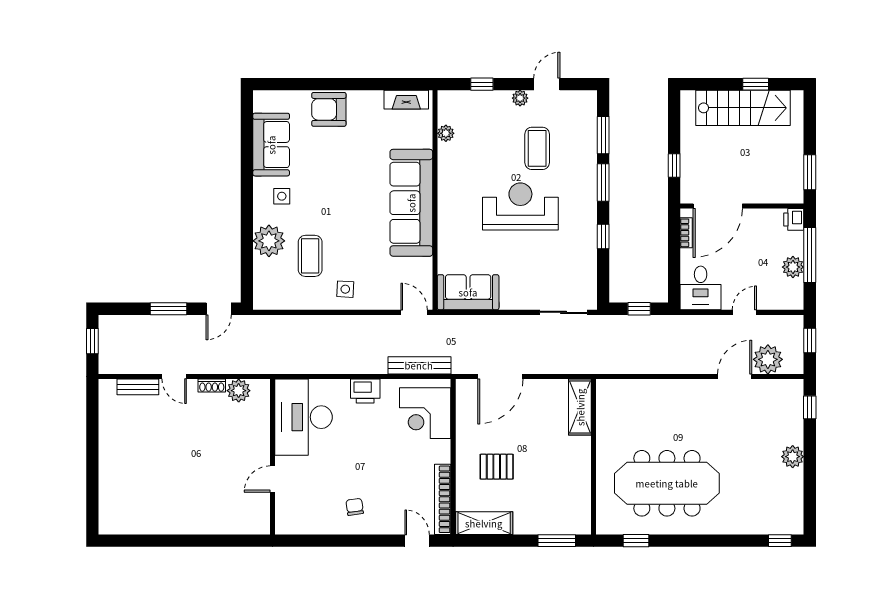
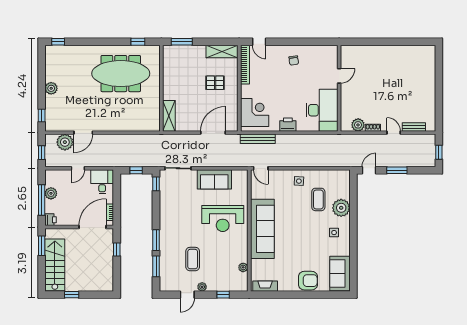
stairs: (743, 108) -> (55, 265), moved, turned 90
sofa: (271, 145) -> (340, 273), moved
reception desk: (520, 207) -> (223, 218), moved
window: (603, 237) -> (156, 184), moved
sofa: (468, 292) -> (214, 179), moved

